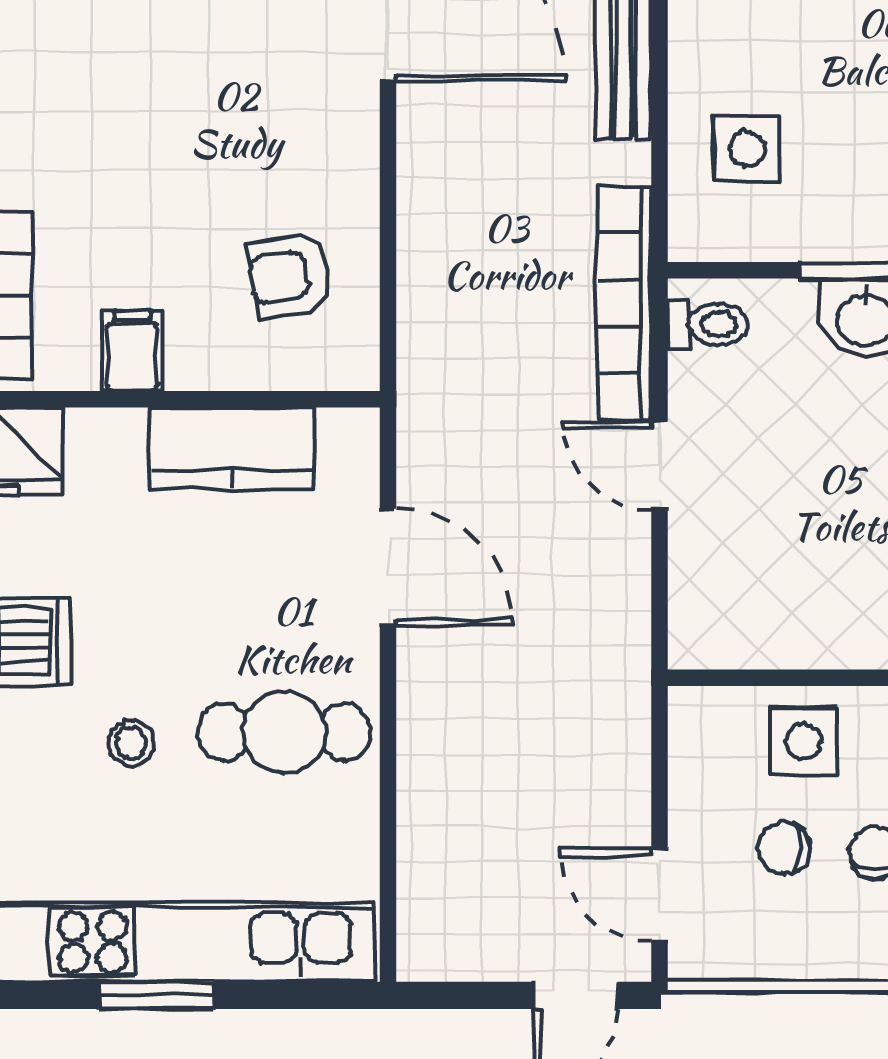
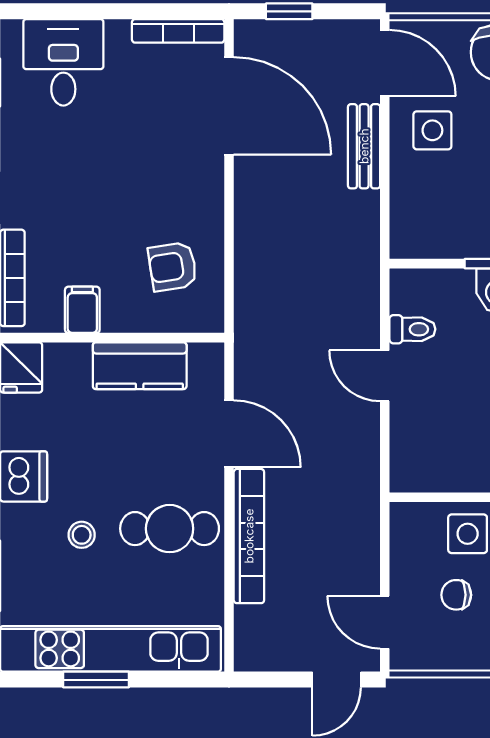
side table: (747, 149) -> (432, 130), moved
bookcase: (625, 303) -> (249, 536), moved, turned 180
toilet: (708, 324) -> (412, 329), moved

